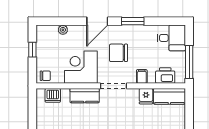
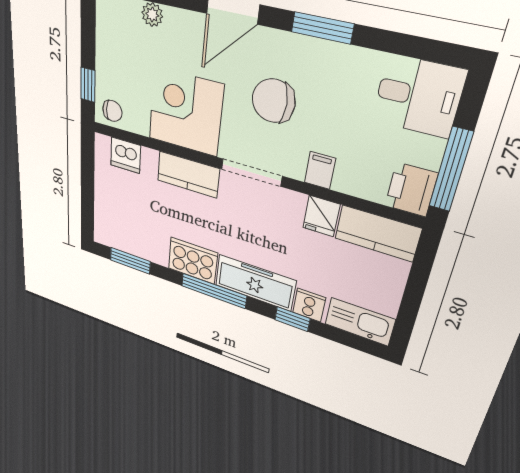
window: (32, 50) -> (88, 85), moved
printer: (165, 76) -> (411, 190), moved, turned -90

